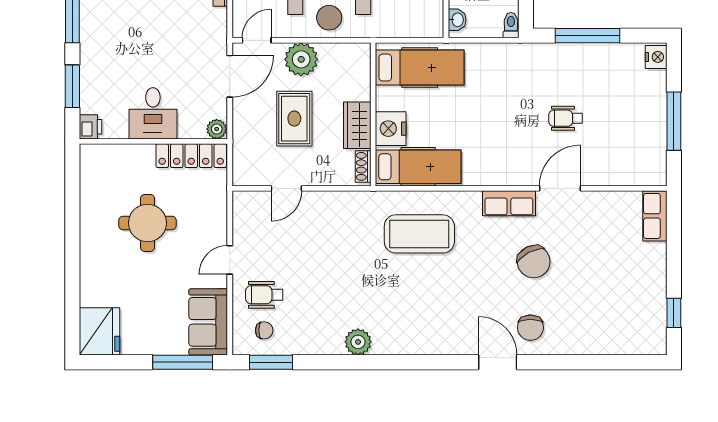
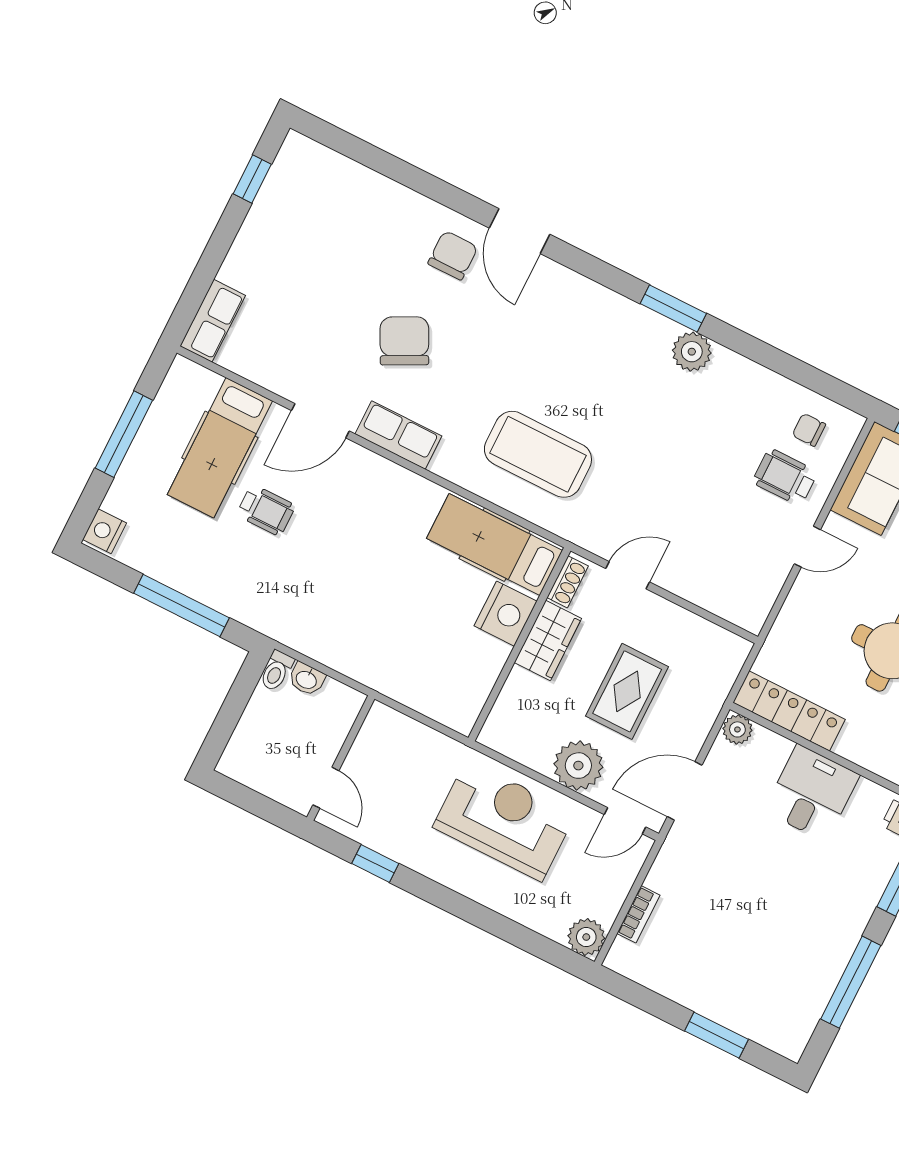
washbasin: (457, 20) -> (307, 679), moved, turned -90
hospital bed: (420, 68) -> (220, 448), moved, turned -90
door: (286, 188) -> (628, 575), moved
wheelchair: (264, 295) -> (785, 477), turned 180
window: (271, 362) -> (673, 309), moved

